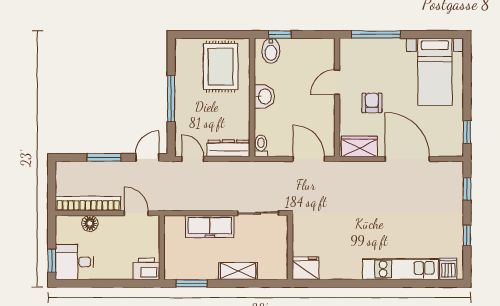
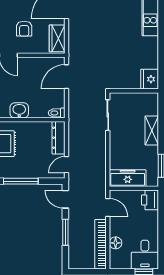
armchair: (372, 103) -> (24, 29), turned -90
door: (136, 213) -> (108, 208), swing flipped
freezer: (210, 226) -> (128, 178), moved, turned -90

